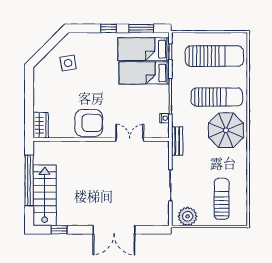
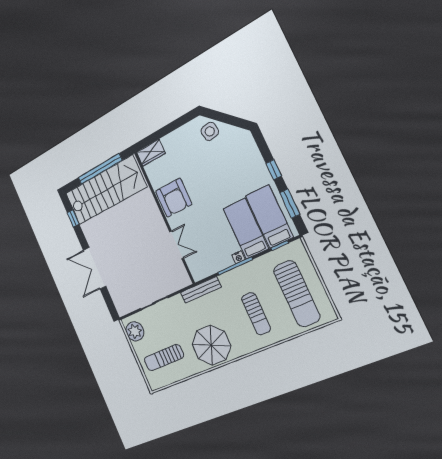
side table: (68, 63) -> (210, 131), moved
sun lounger: (217, 97) -> (256, 314), width x0.73, depth x0.75
nightstand: (165, 118) -> (238, 257), moved
parasol: (226, 130) -> (211, 345), moved
bench: (177, 141) -> (201, 290), width x1.36
stairs: (45, 195) -> (105, 190), width x1.36, depth x1.51
sun lounger: (222, 199) -> (164, 358), turned 180

